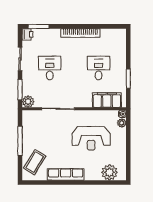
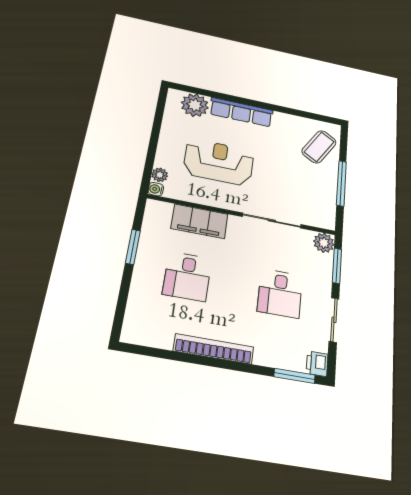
filing cabinet: (107, 100) -> (200, 221), moved
row of seats: (66, 174) -> (241, 112), moved

